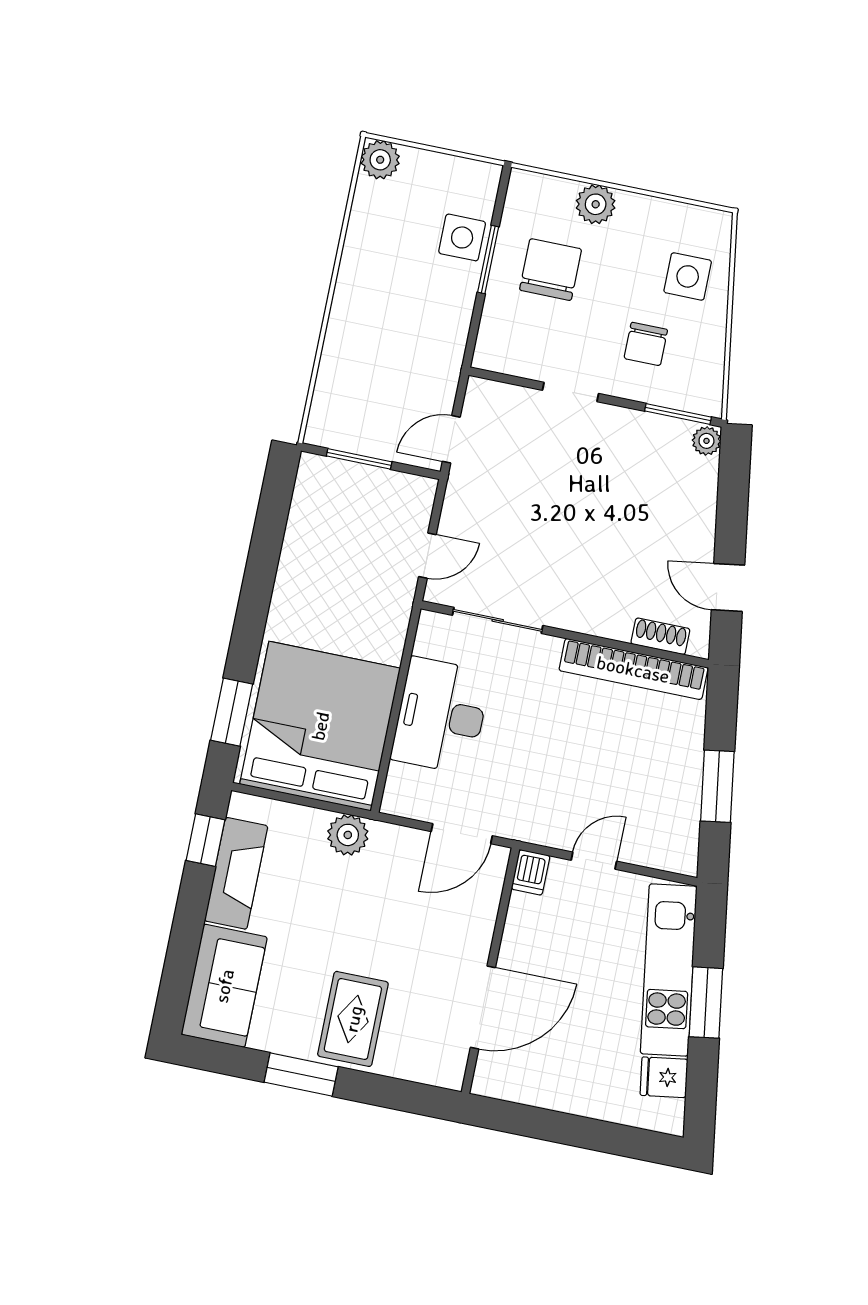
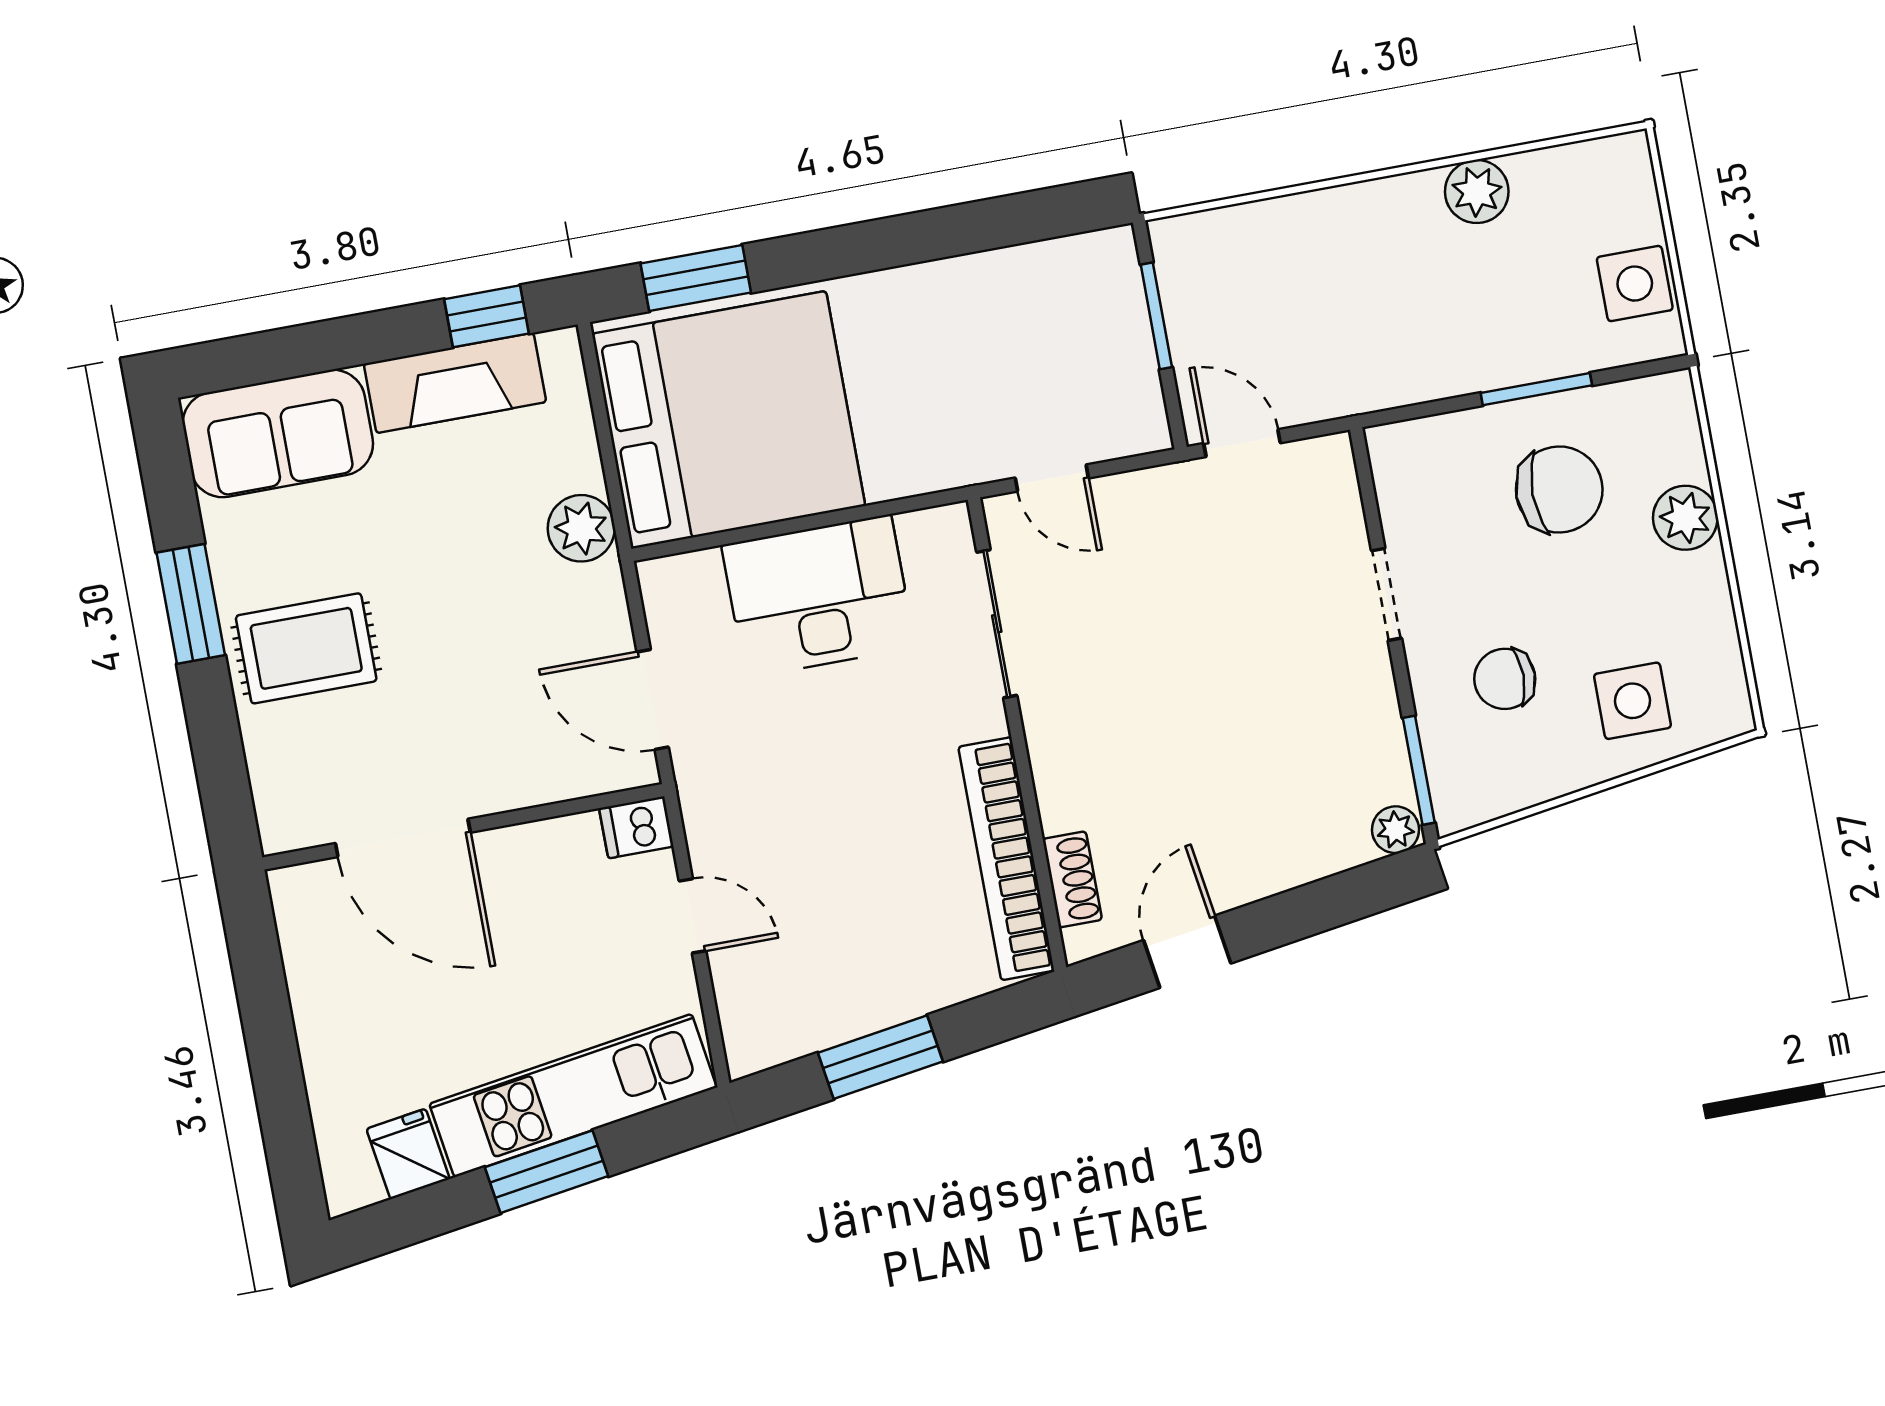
plant: (380, 160) -> (1477, 192), moved
side table: (462, 237) -> (1635, 284), moved

